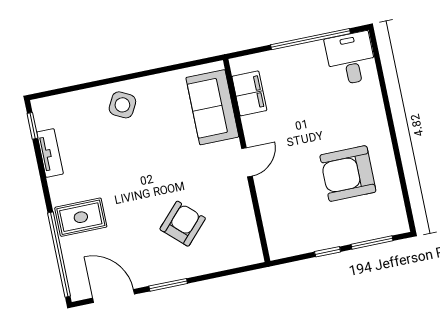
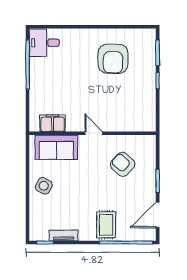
filing cabinet: (249, 93) -> (53, 123), moved
sofa: (212, 107) -> (56, 147), moved
wall: (247, 160) -> (93, 133), moved
door: (247, 162) -> (94, 133), moved

